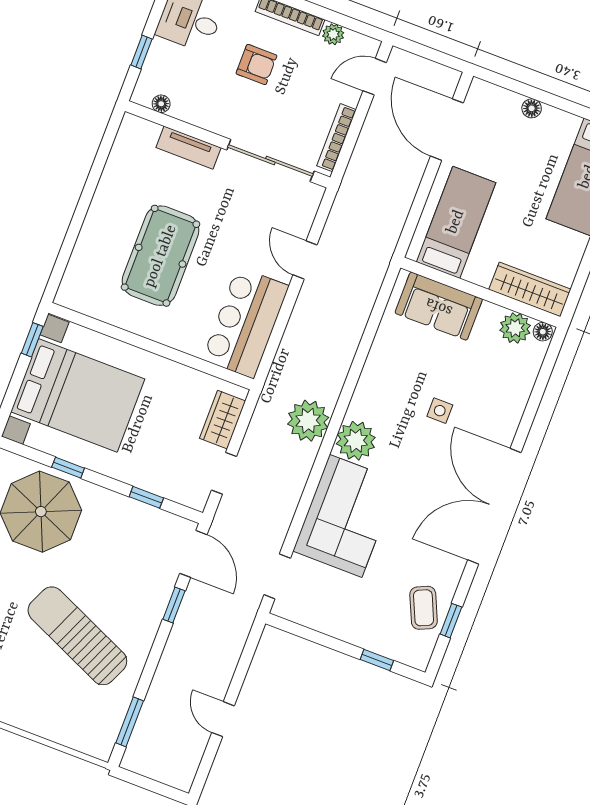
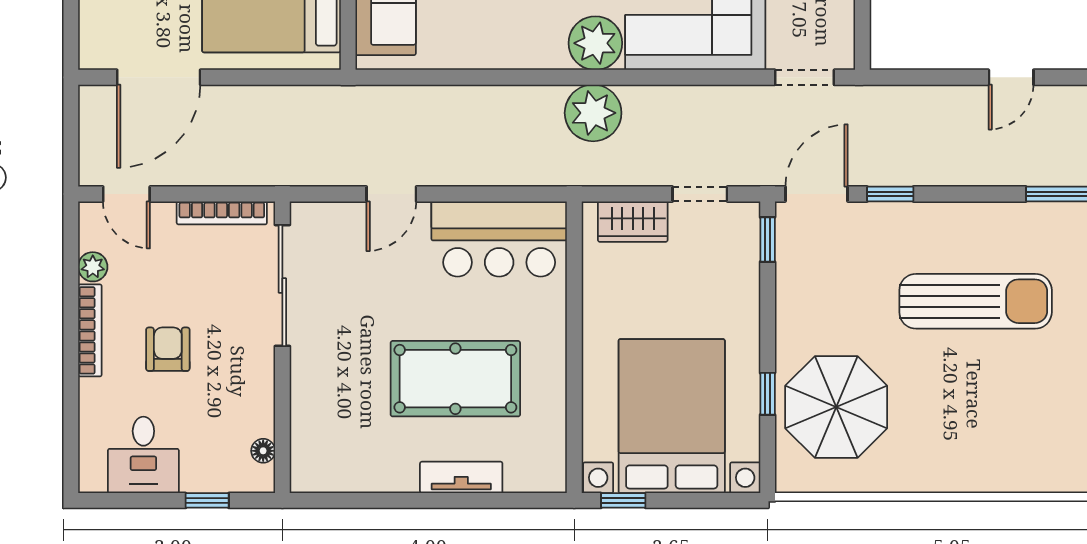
tv unit: (188, 148) -> (461, 477), moved, turned -90
window: (146, 497) -> (768, 240), moved
sun lounger: (77, 636) -> (976, 301), turned -114

